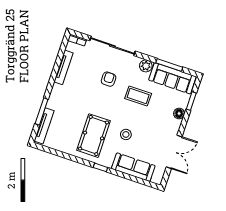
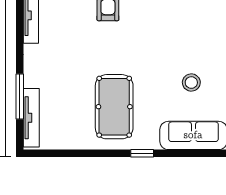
coffee table: (138, 96) -> (163, 21), removed
stool: (126, 134) -> (191, 83), moved

